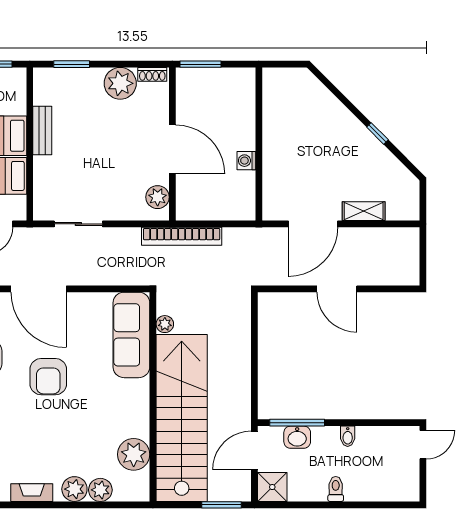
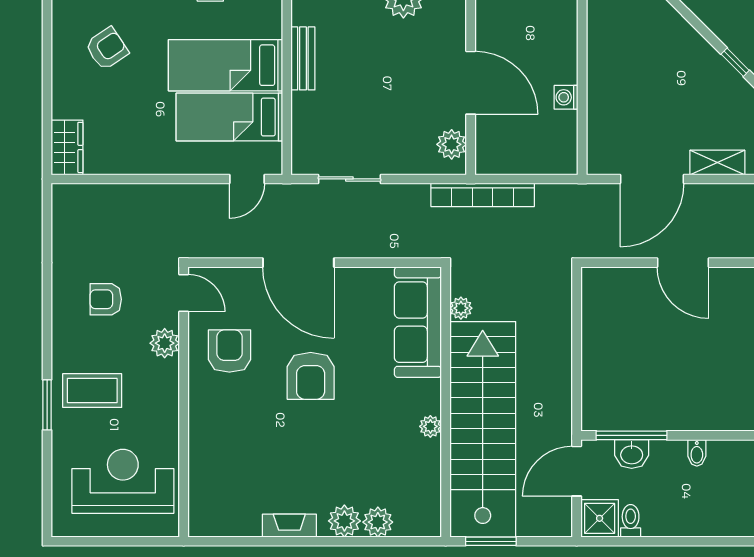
plant: (134, 454) -> (430, 426), moved, width x0.53, depth x0.53
toilet: (336, 489) -> (631, 521), moved
window: (221, 505) -> (491, 541), moved

